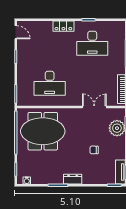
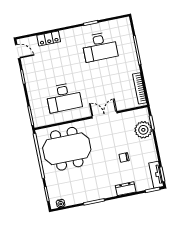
locker: (63, 26) -> (49, 38), moved
double door: (94, 107) -> (104, 115), moved
dresser: (73, 179) -> (126, 189), moved

